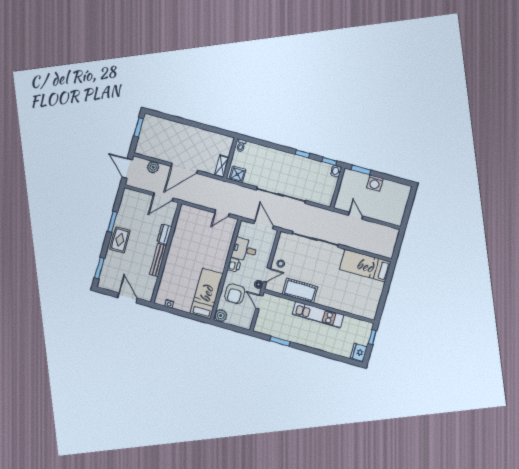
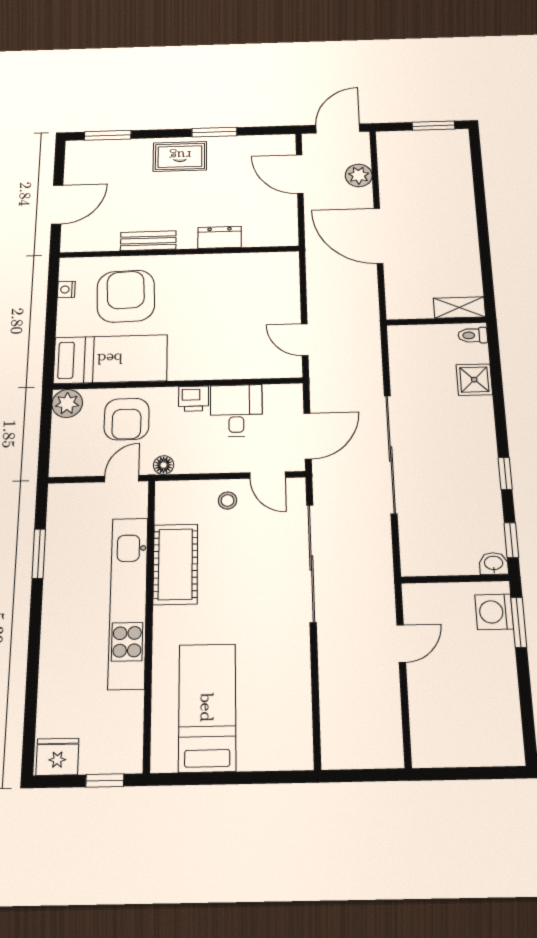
shelving: (222, 166) -> (459, 308), moved
shower: (237, 174) -> (474, 380), moved
washing machine: (375, 183) -> (494, 612), moved
door: (163, 197) -> (300, 174), moved
bench: (158, 260) -> (148, 241), width x0.73
bed: (365, 266) -> (207, 707), moved
door: (267, 275) -> (268, 475), moved
armchair: (180, 280) -> (126, 296), added
armchair: (235, 294) -> (127, 419), turned -90
kitchen unit: (318, 315) -> (128, 602), width x1.36

